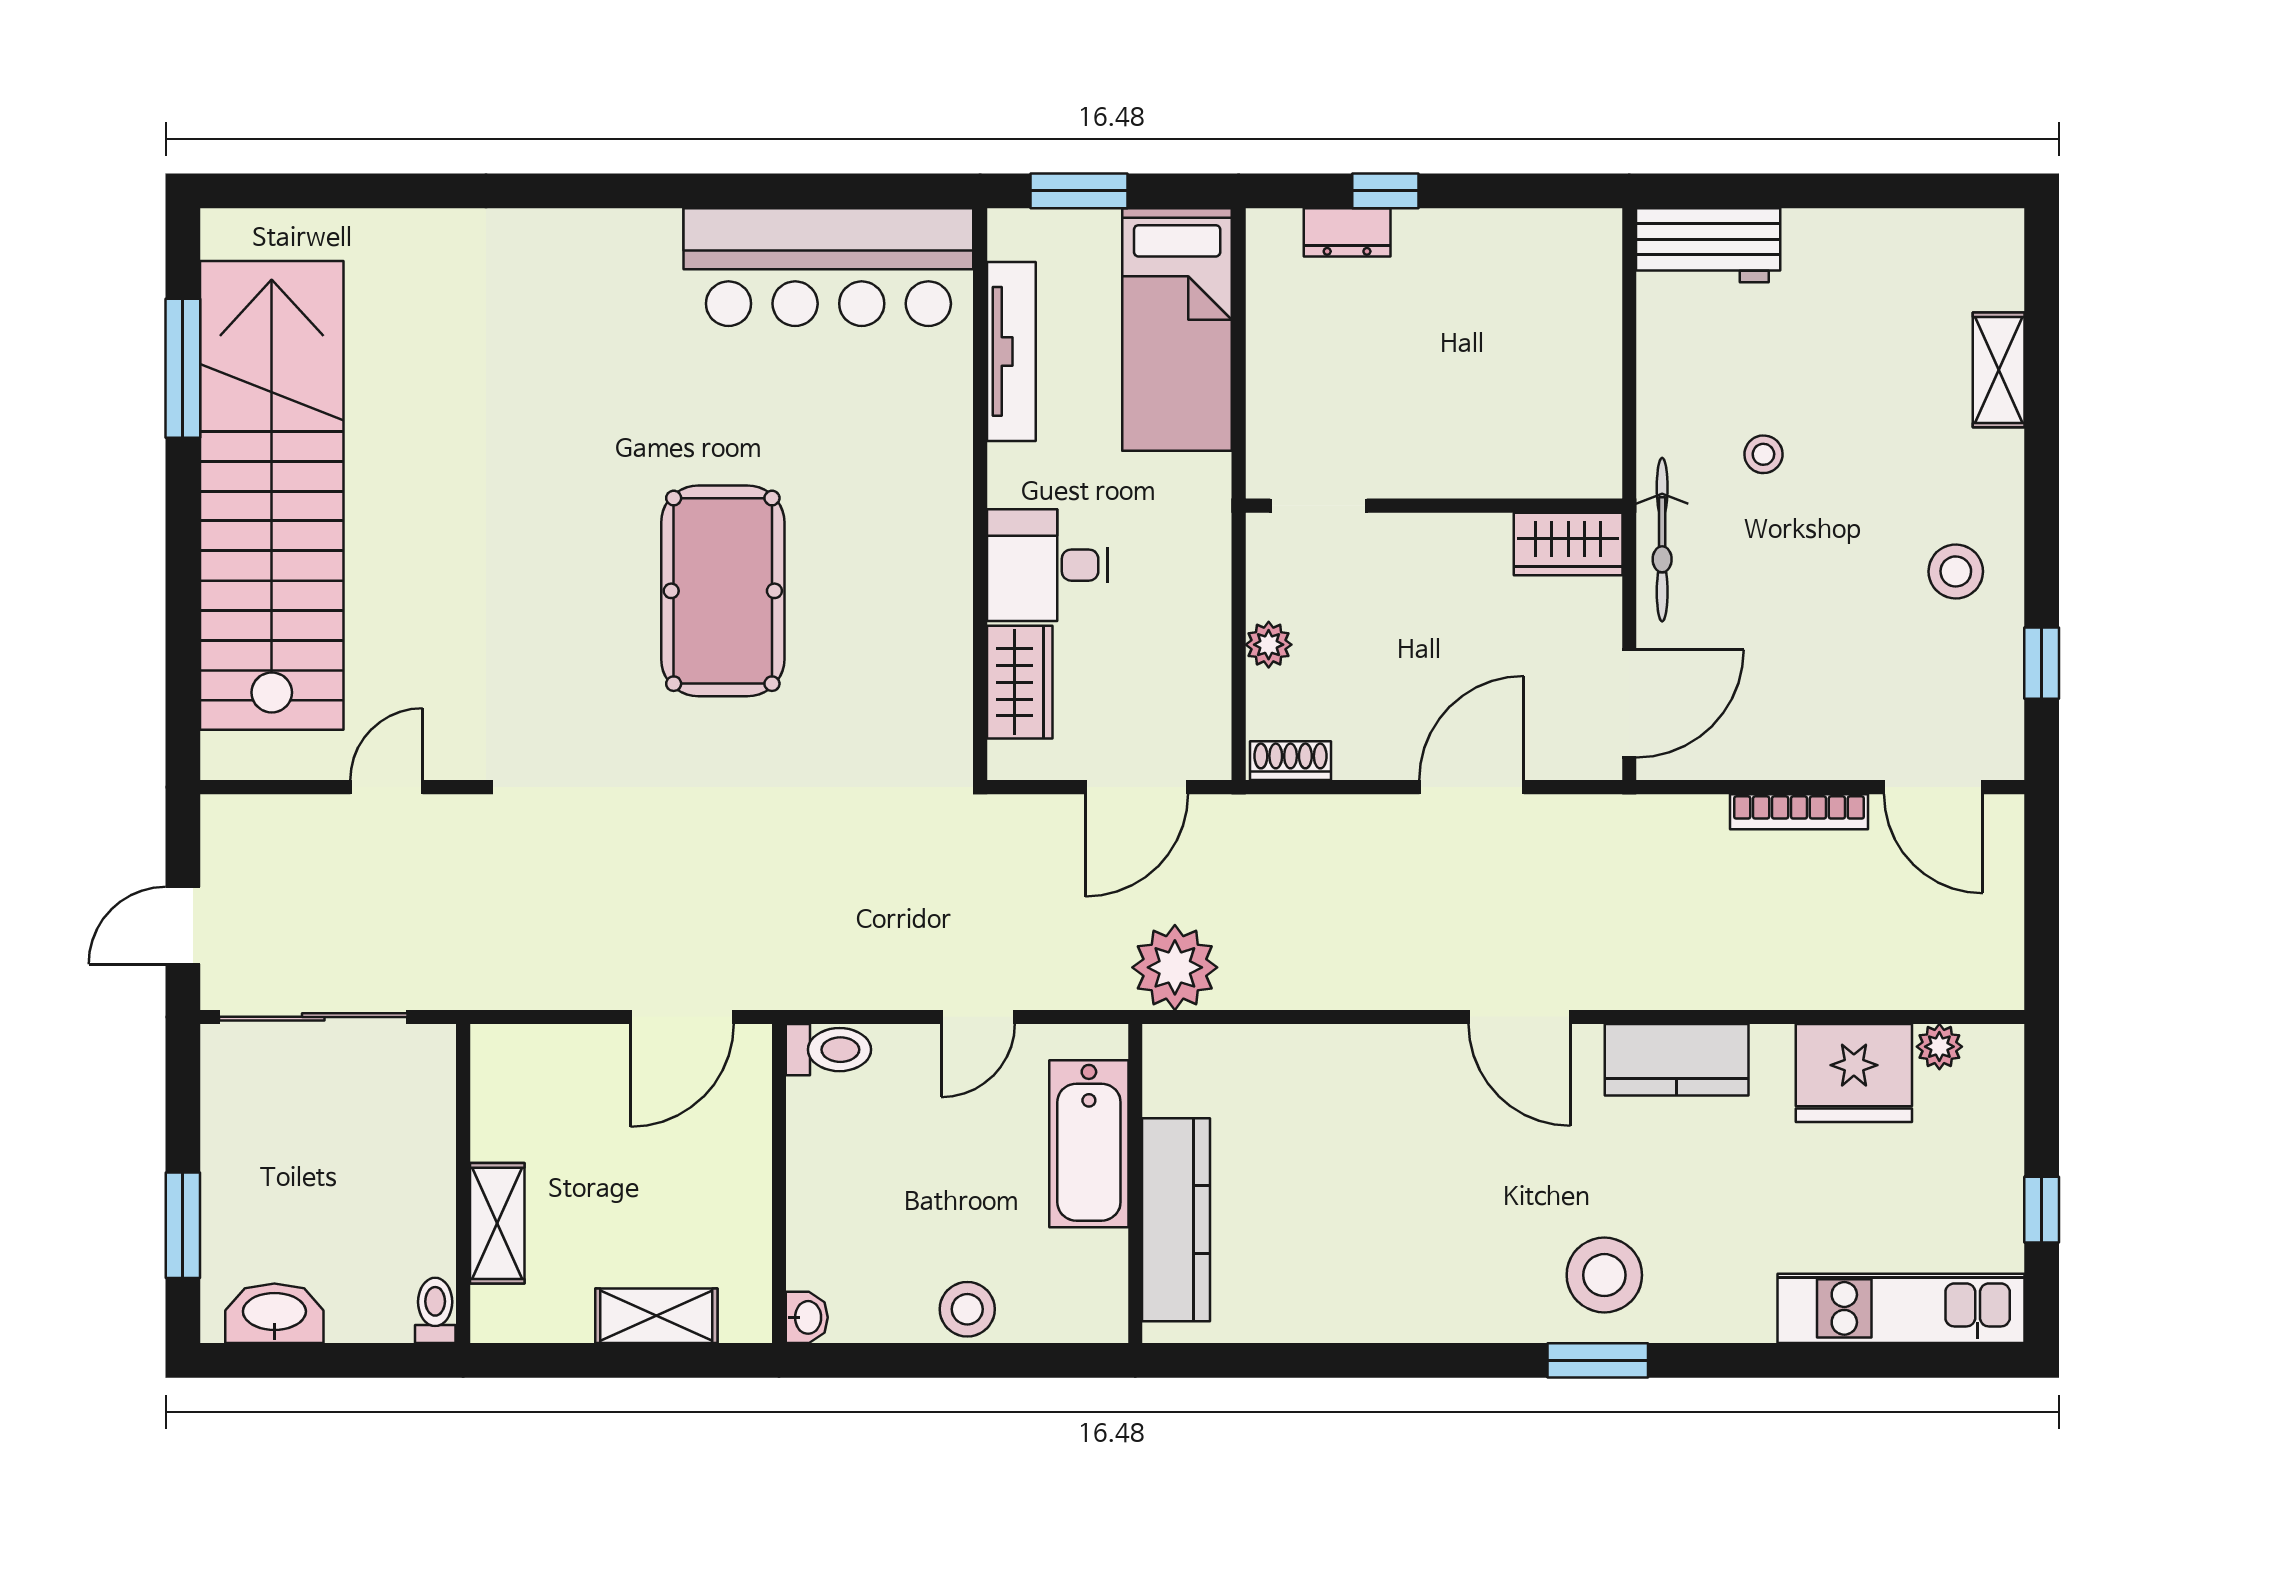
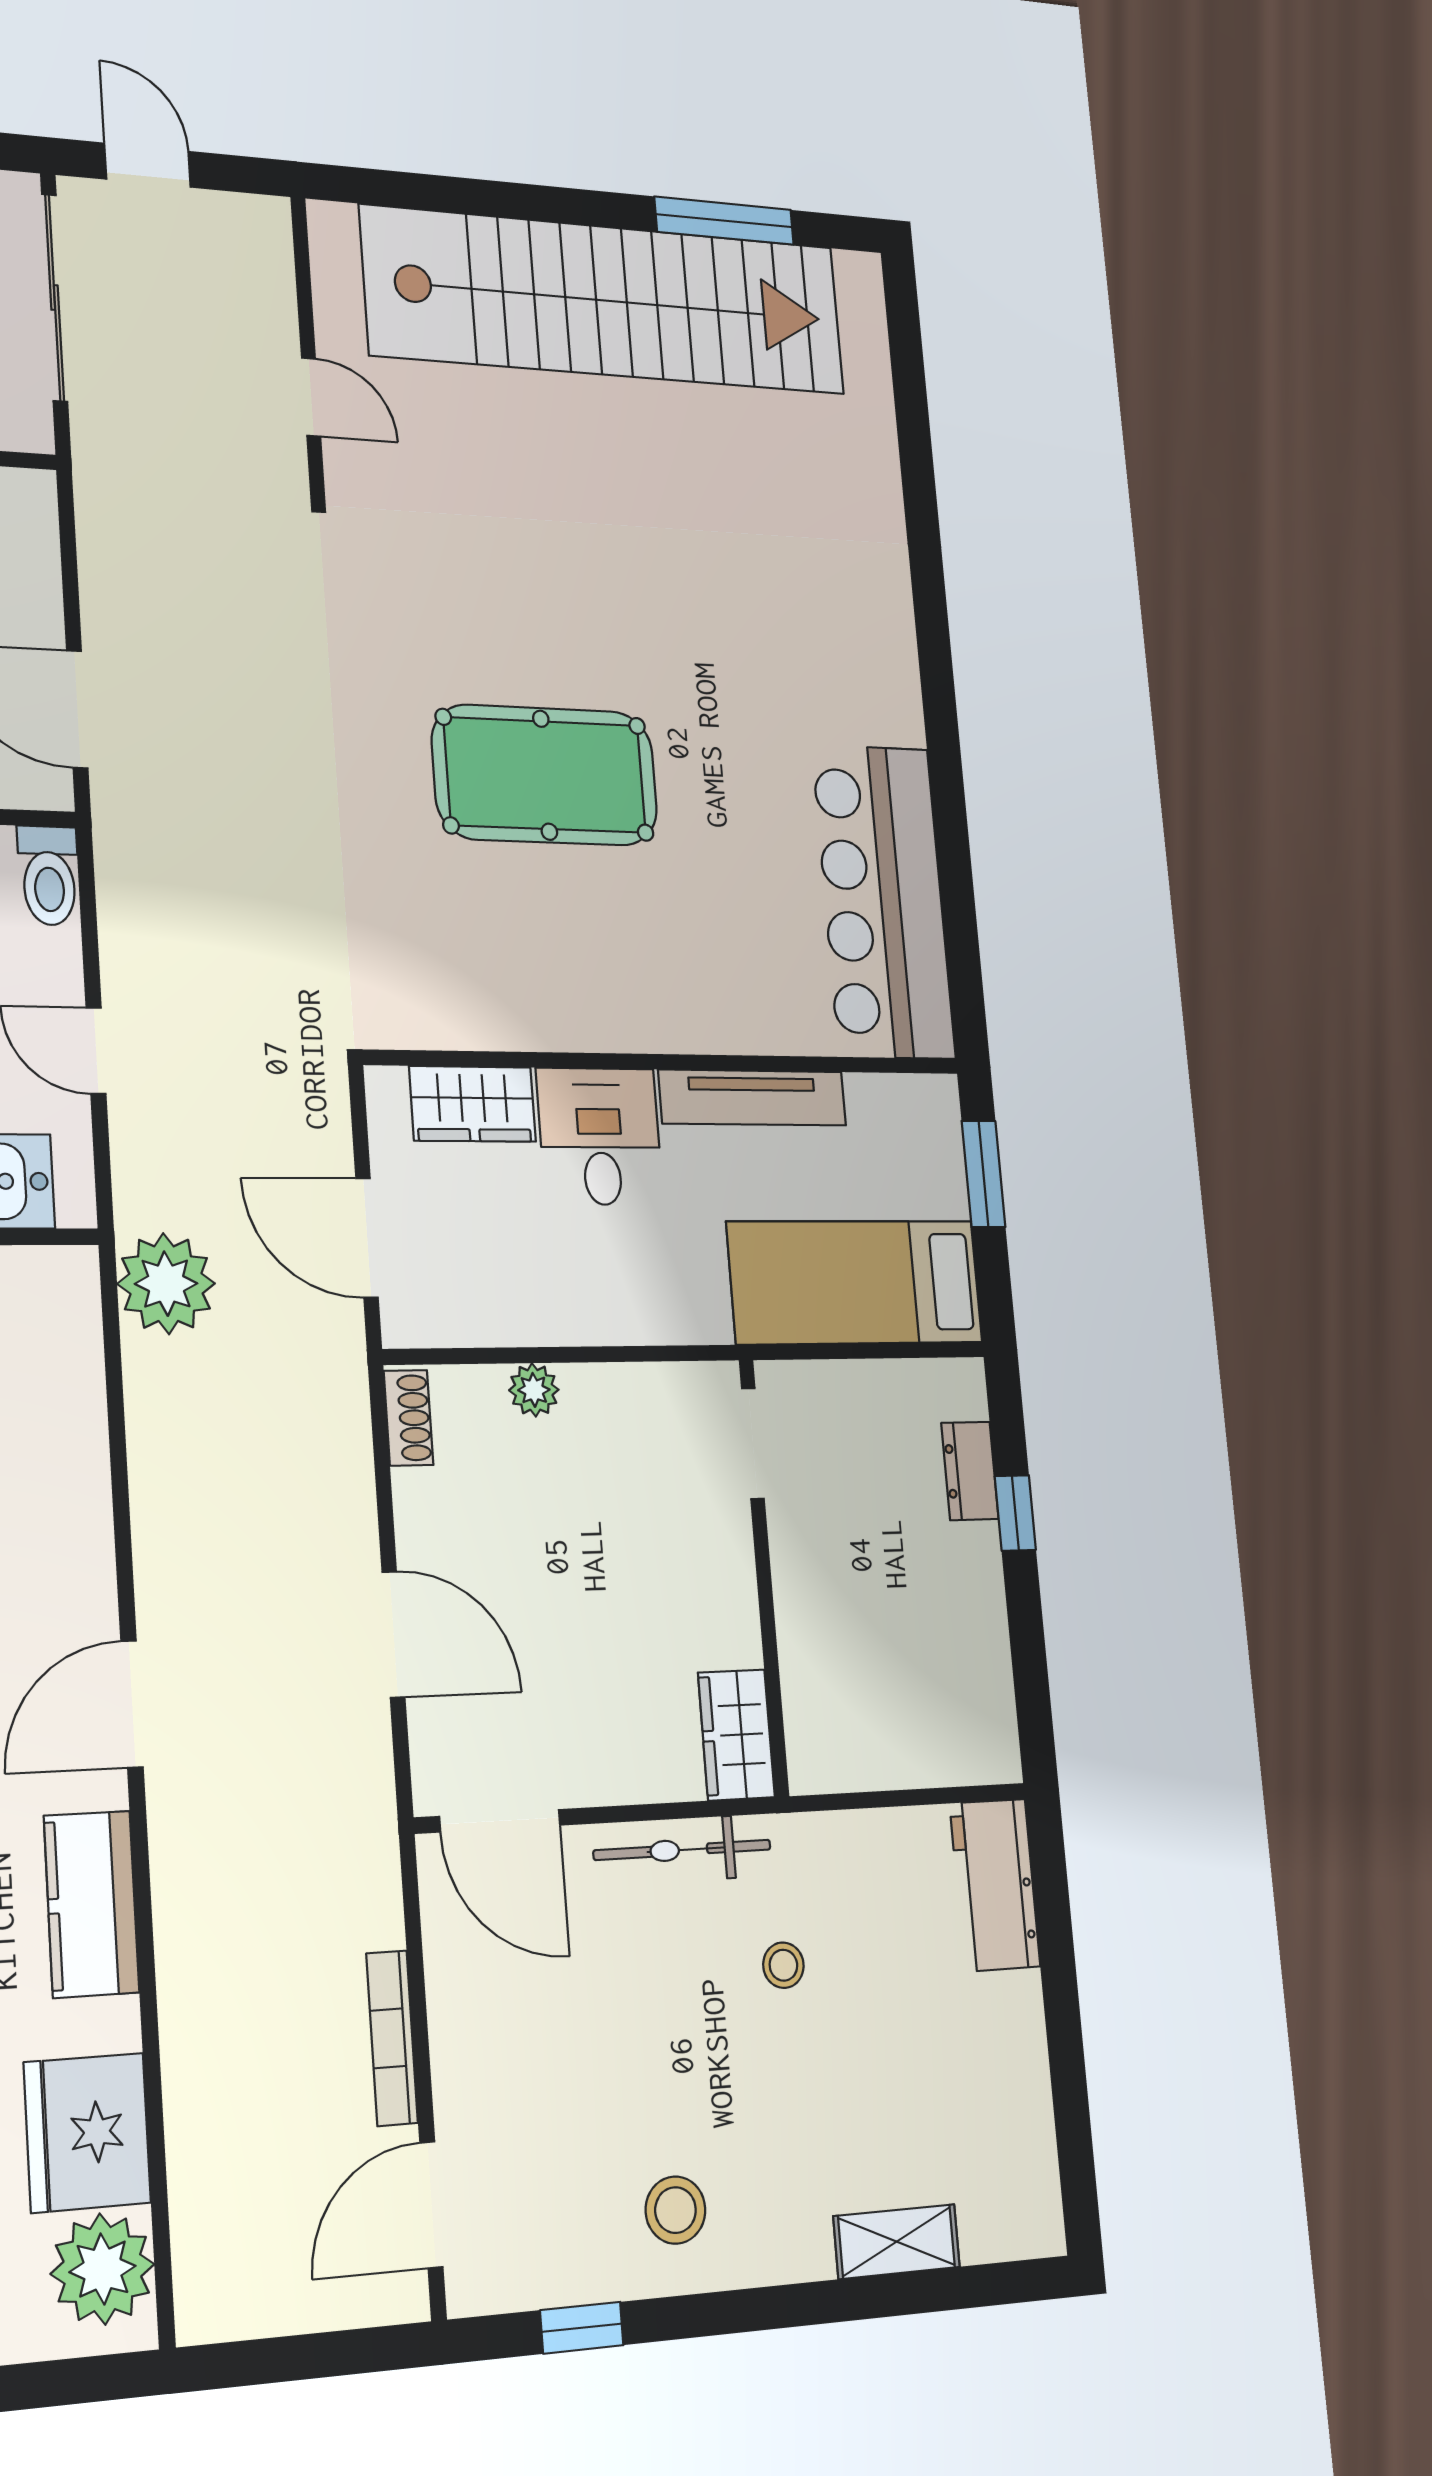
tv unit: (1011, 351) -> (753, 1098), moved
doorway: (1318, 506) -> (753, 1443), moved
wall: (1434, 506) -> (764, 1576), moved
wardrobe: (1568, 544) -> (736, 1735), moved
plant: (1939, 1047) -> (102, 2269), width x1.88, depth x1.88

